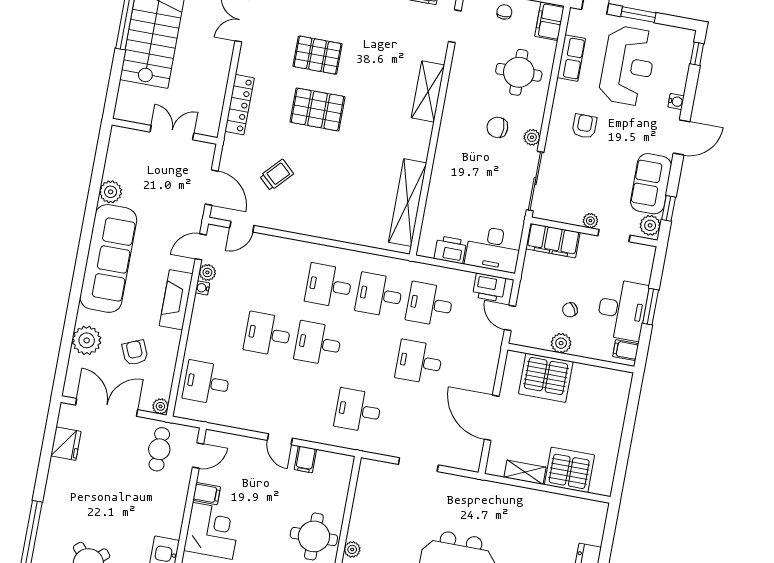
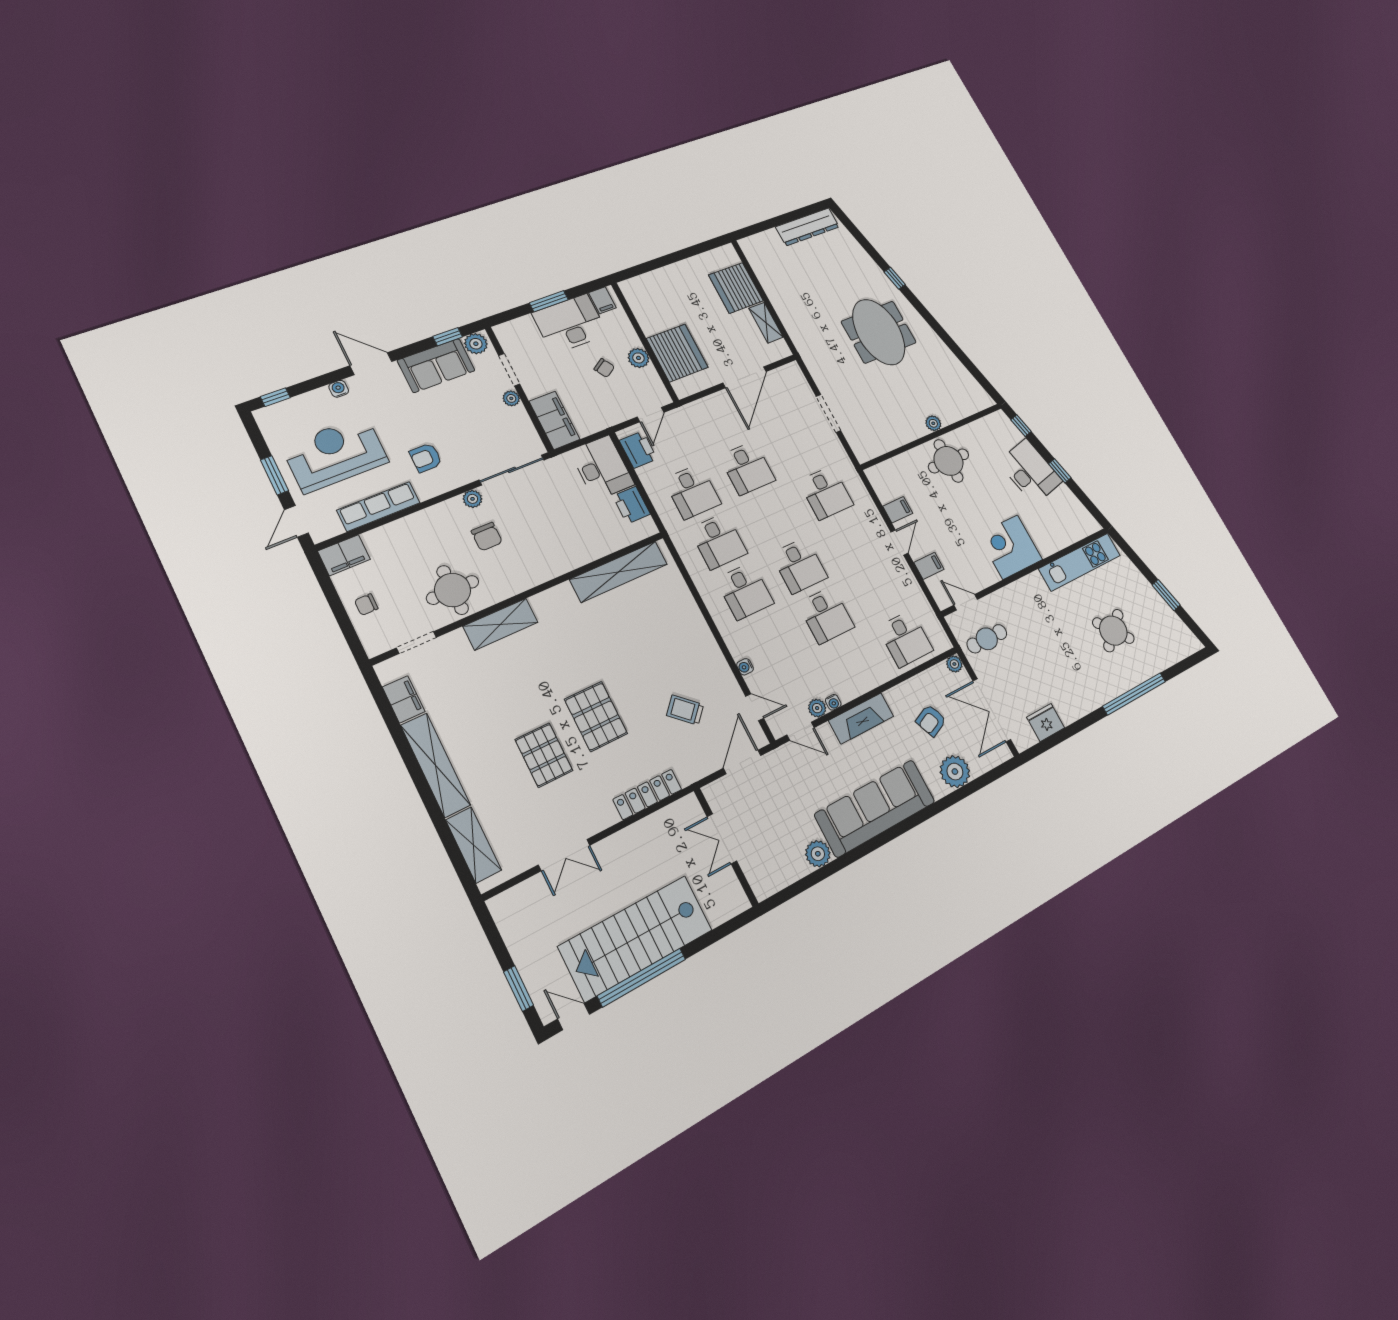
row of seats: (571, 58) -> (379, 506), width x1.48
round table: (519, 72) -> (453, 590), moved
water cooler: (275, 242) -> (745, 667), added
filing cabinet: (207, 494) -> (929, 566), moved, turned 90

